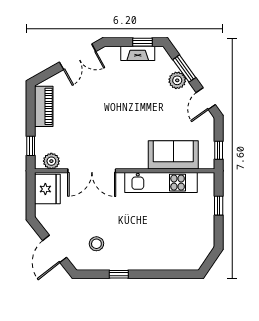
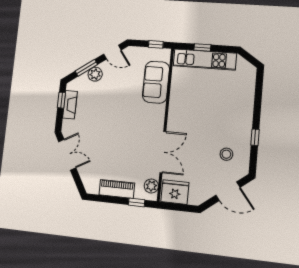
piano: (44, 106) -> (117, 189), moved
kitchen unit: (161, 183) -> (205, 59), moved, turned 90

